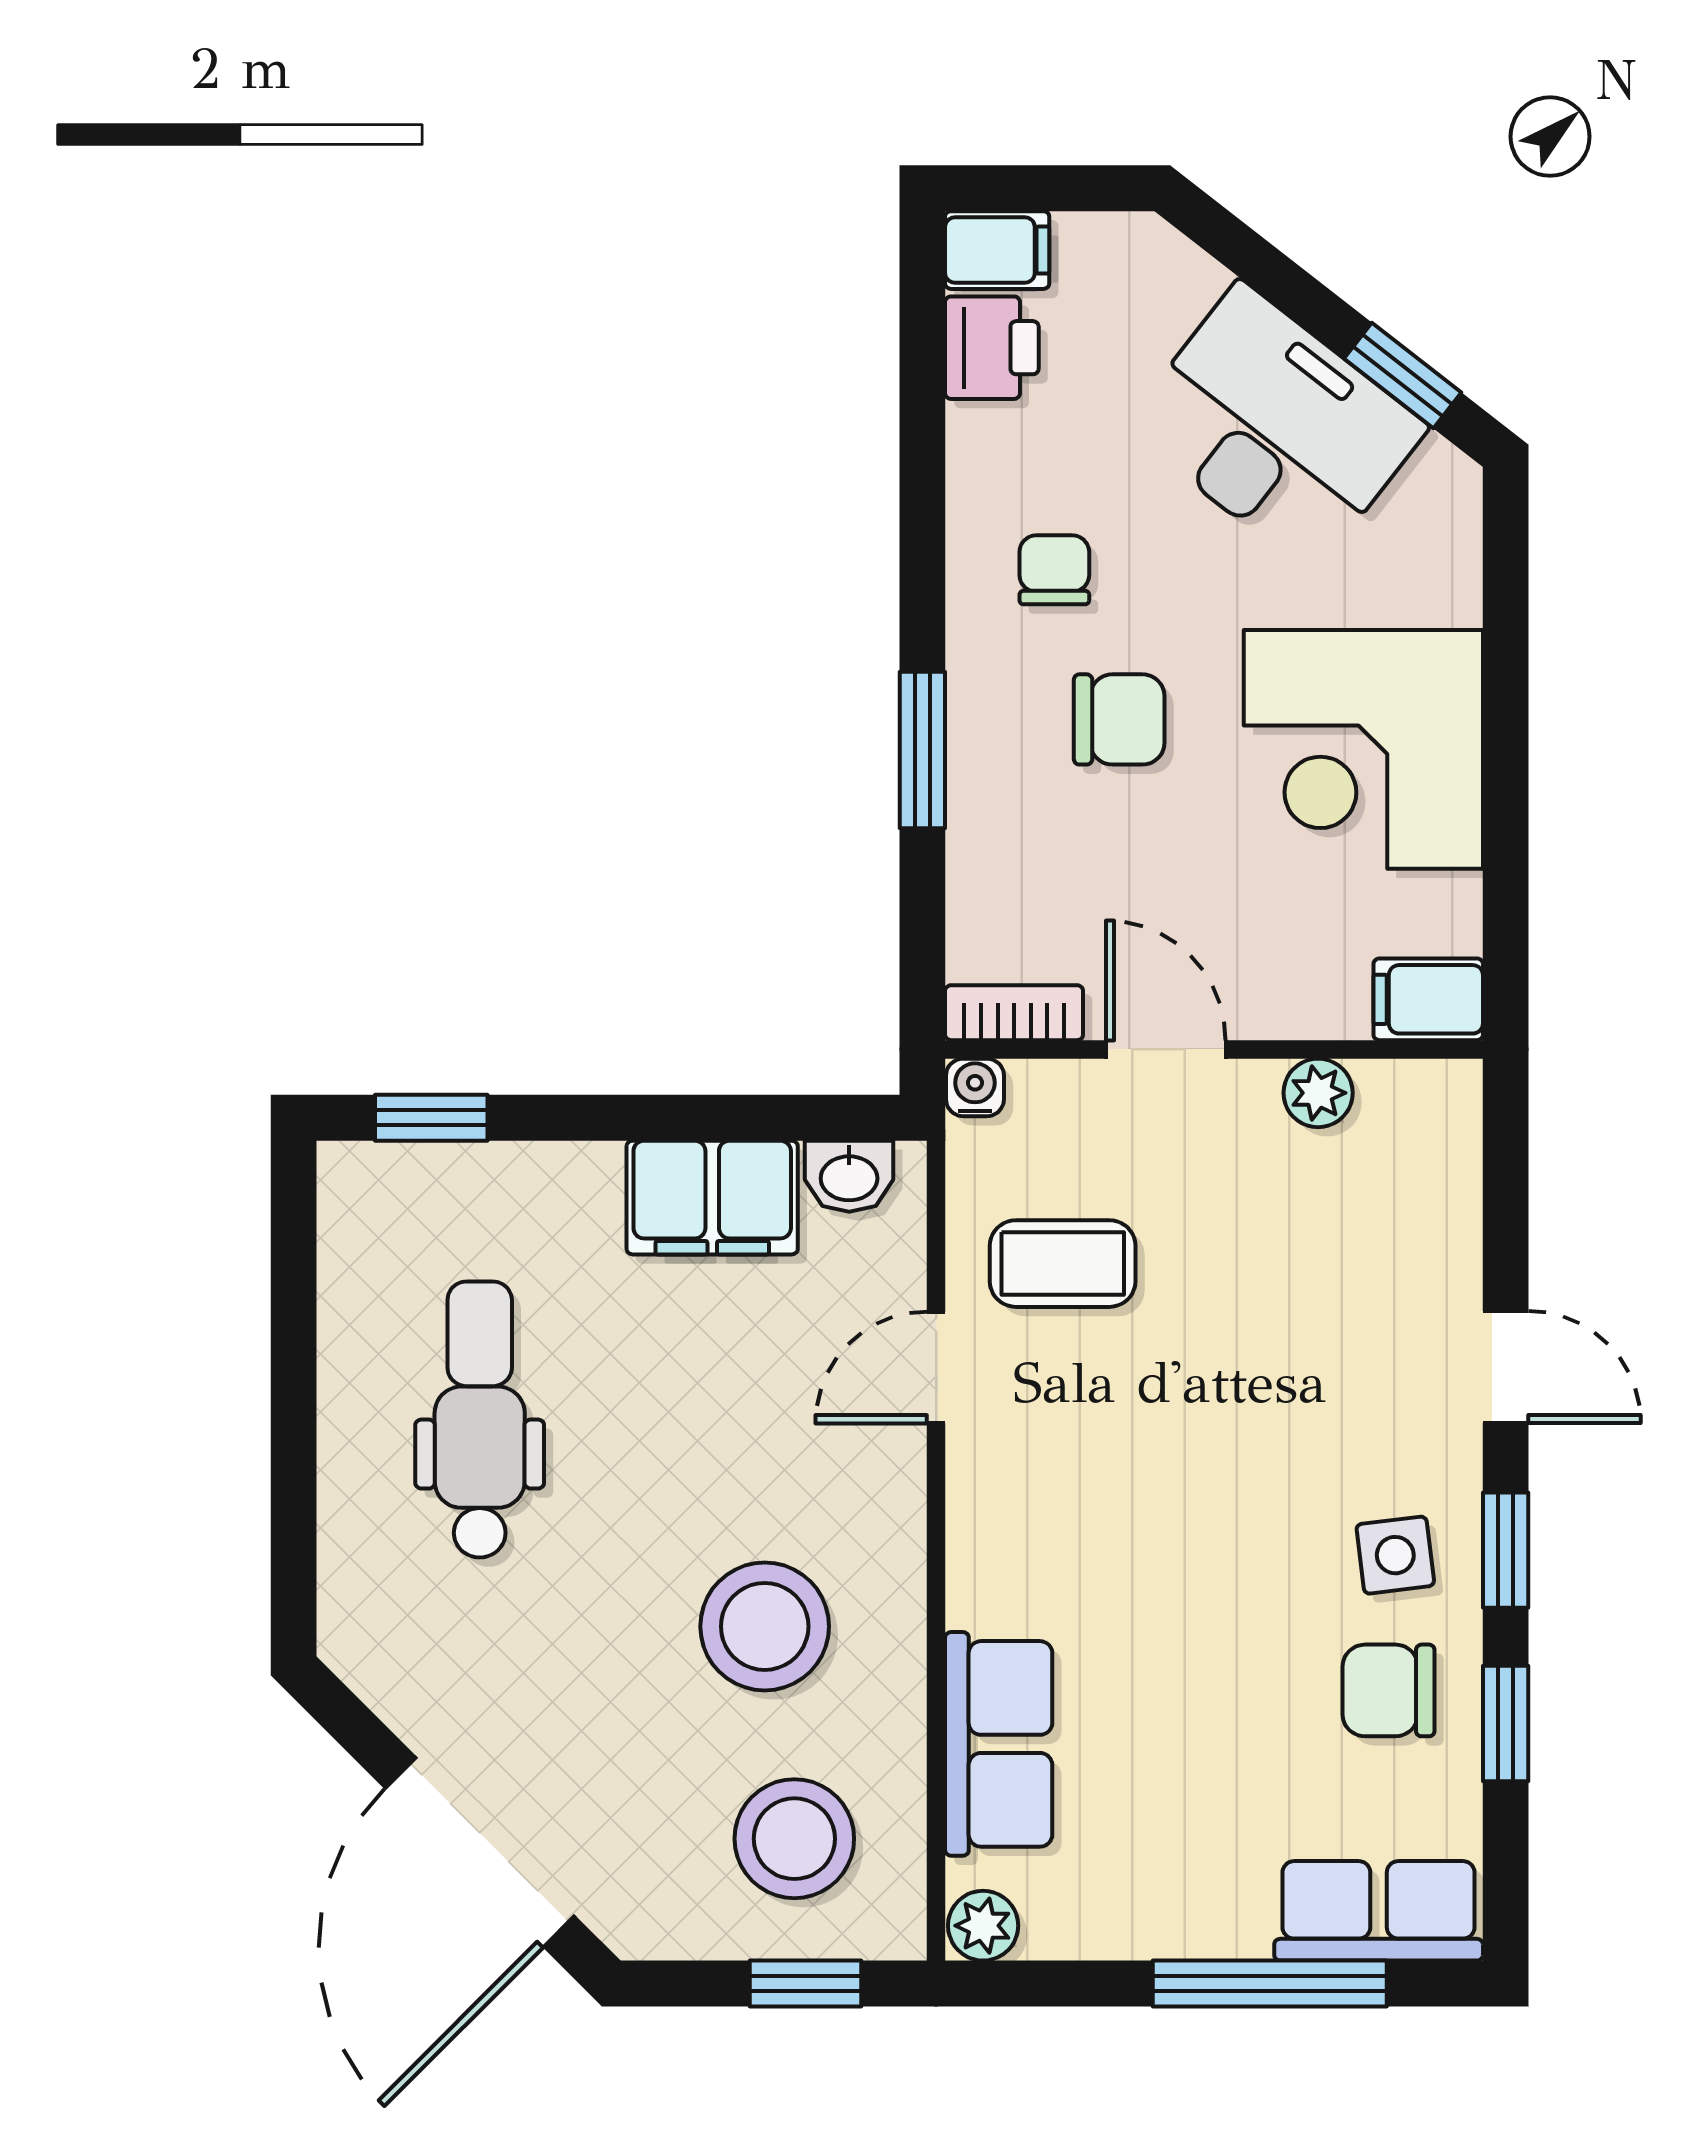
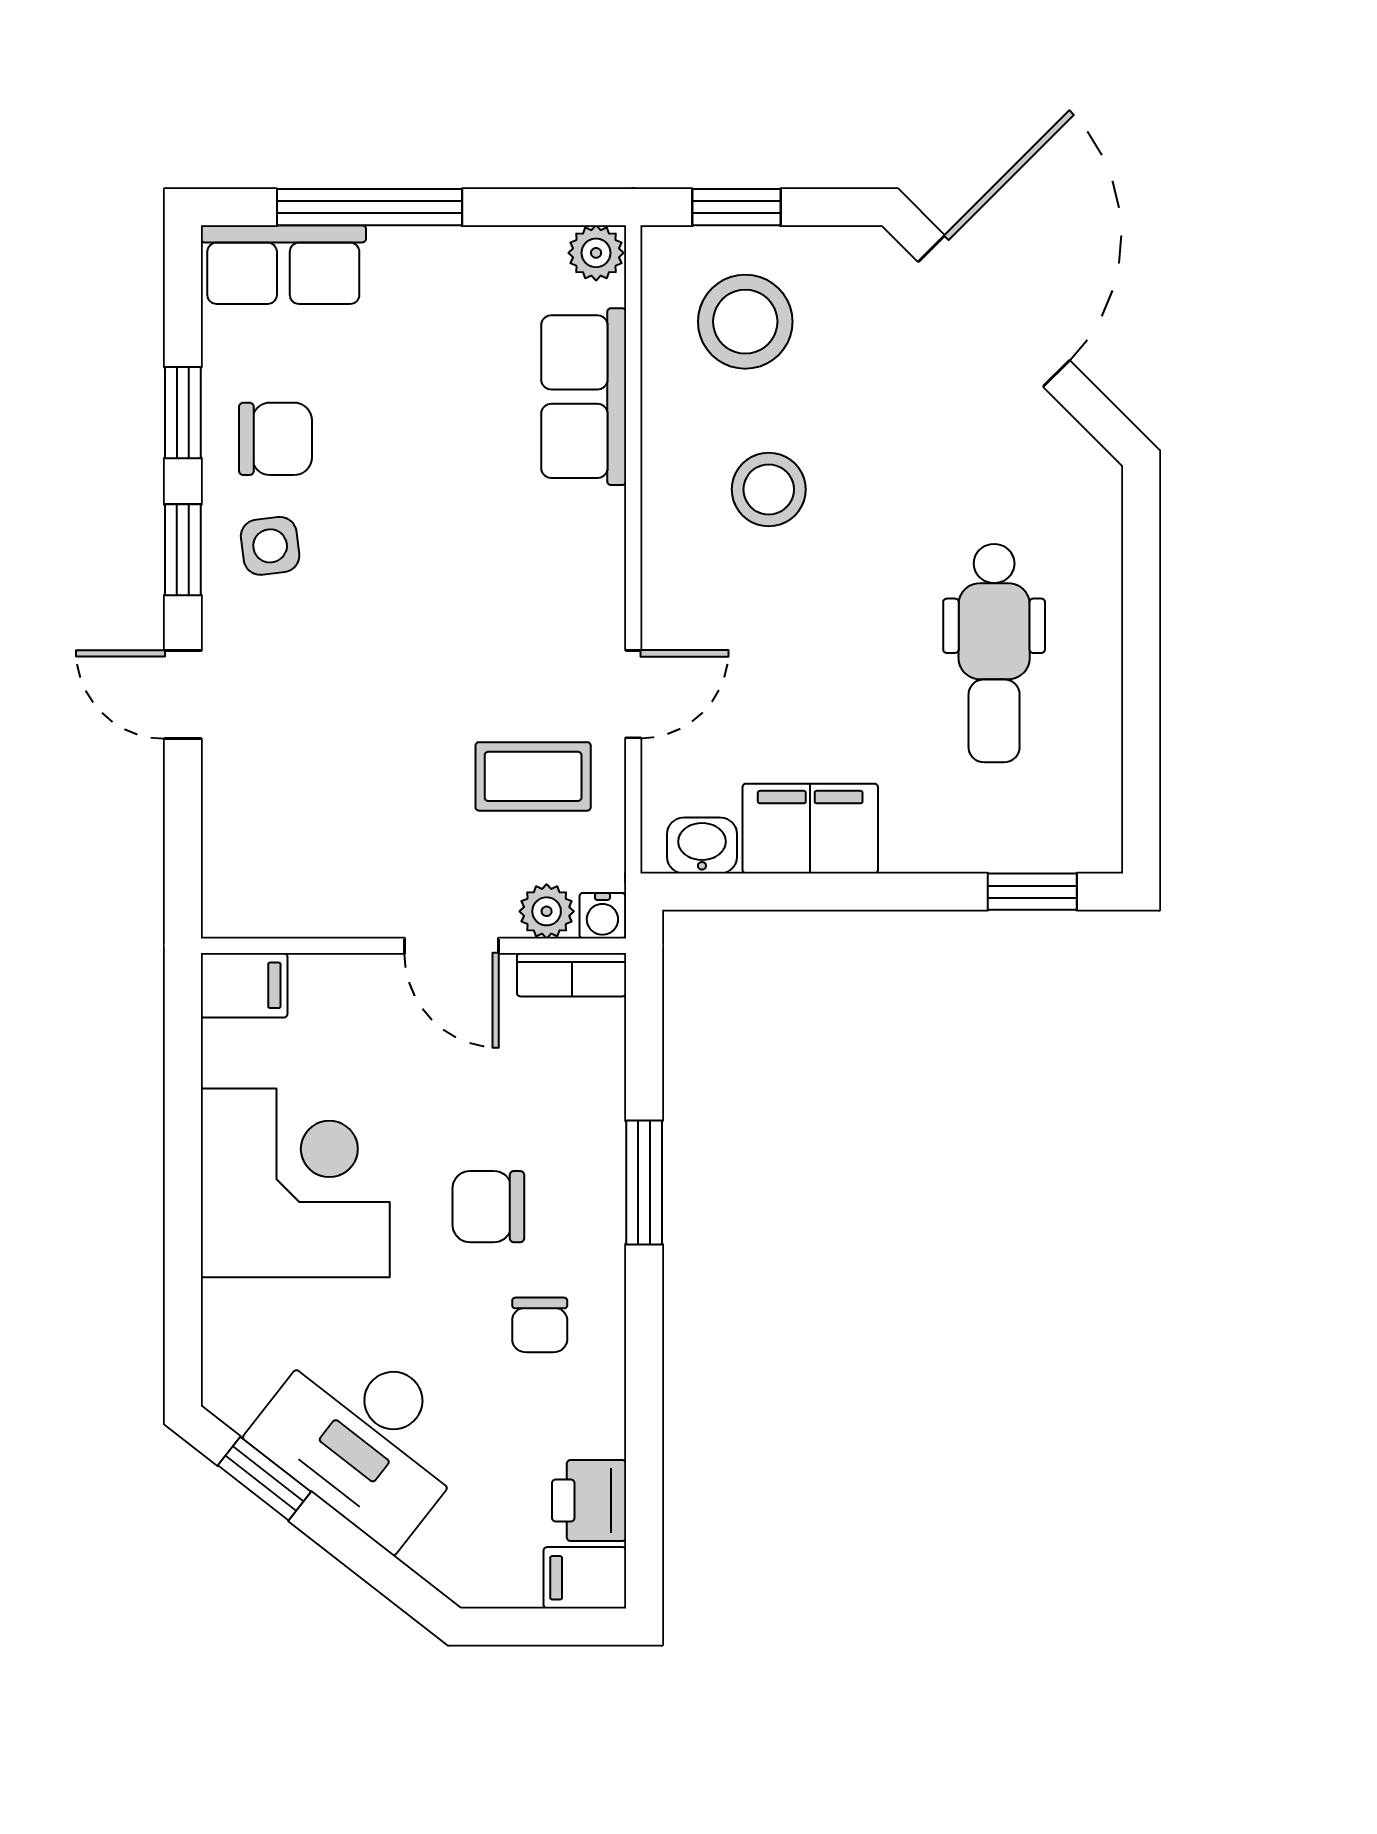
plant: (1318, 1093) -> (547, 911), moved
stool: (765, 1626) -> (769, 489), width x0.73, depth x0.73

